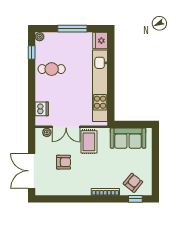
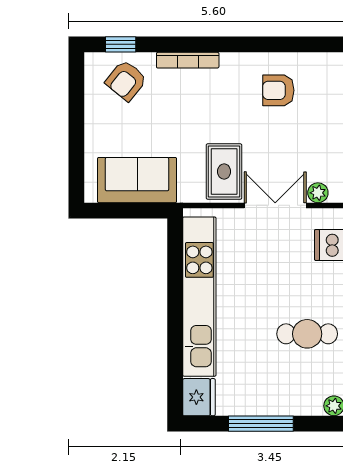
armchair: (63, 162) -> (278, 90), moved

